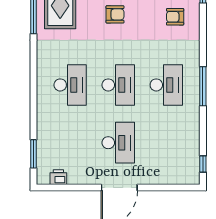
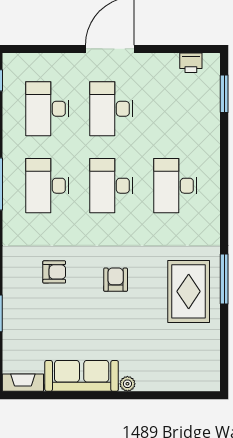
armchair: (115, 14) -> (116, 280), turned 90
armchair: (175, 17) -> (54, 272), moved
desk: (166, 143) -> (47, 109), added

